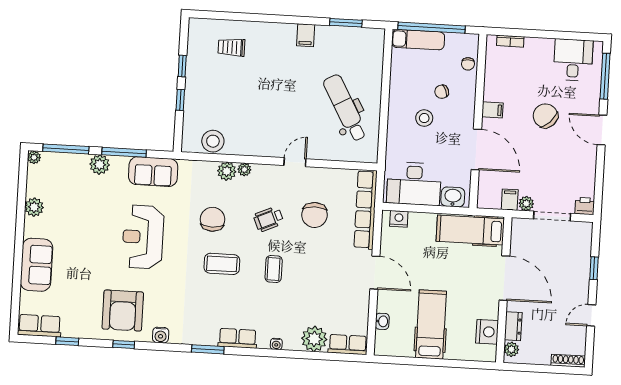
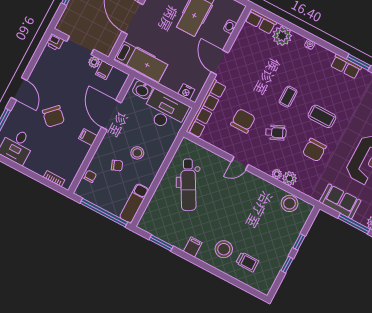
exam couch: (418, 40) -> (134, 203), moved, turned -90
stool: (267, 50) -> (224, 249), added
row of seats: (238, 338) -> (346, 66), moved

